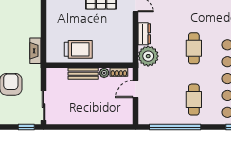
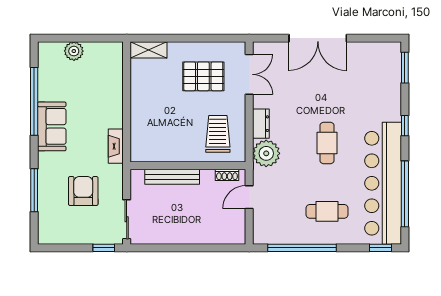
trolley: (78, 49) -> (218, 134), moved, turned -90
plant: (104, 73) -> (207, 176), removed
bench: (83, 74) -> (172, 177), width x1.36
cafe table: (194, 100) -> (327, 211), turned 90

